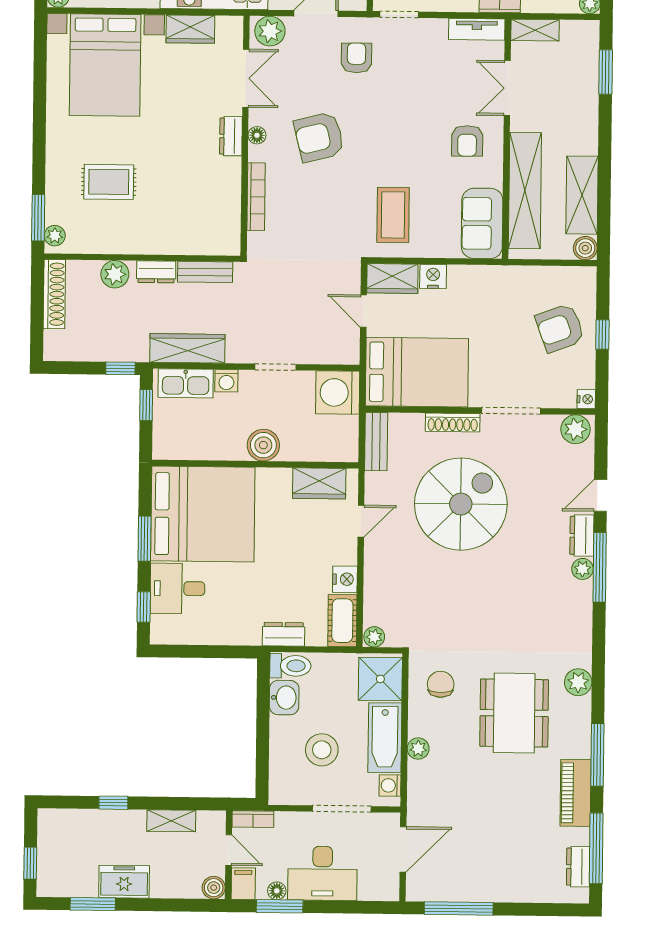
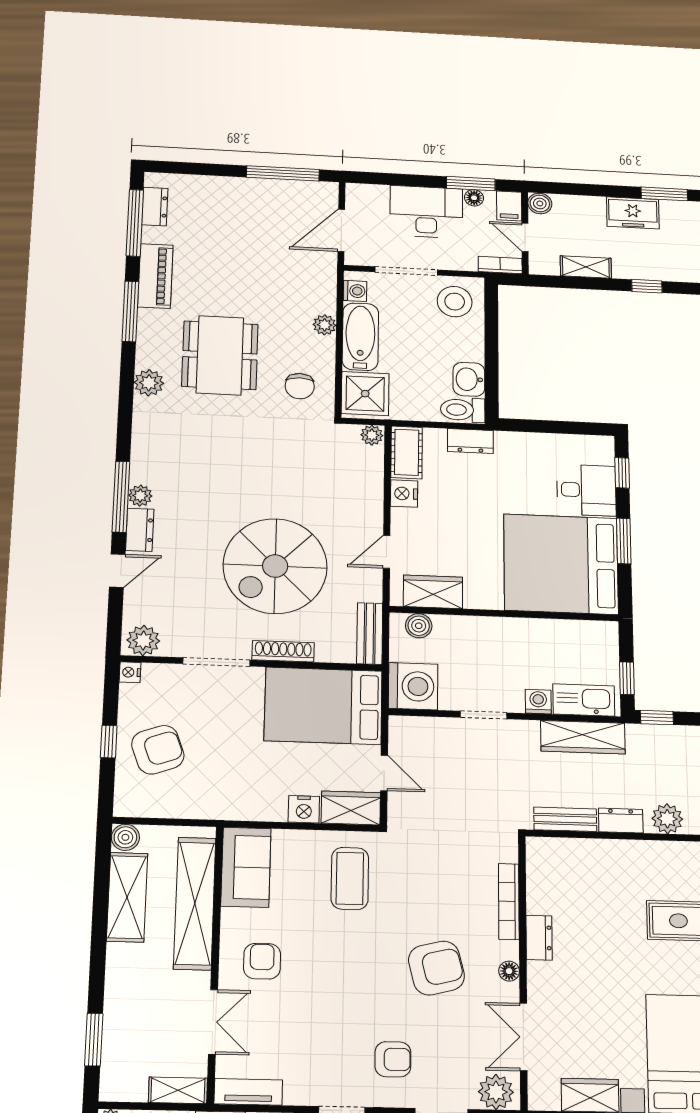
armchair: (356, 58) -> (393, 1059), turned -90
dresser: (231, 136) -> (539, 938), moved
boiler: (263, 445) -> (419, 626), moved, width x0.73, depth x0.73
stool: (322, 750) -> (455, 302), moved

